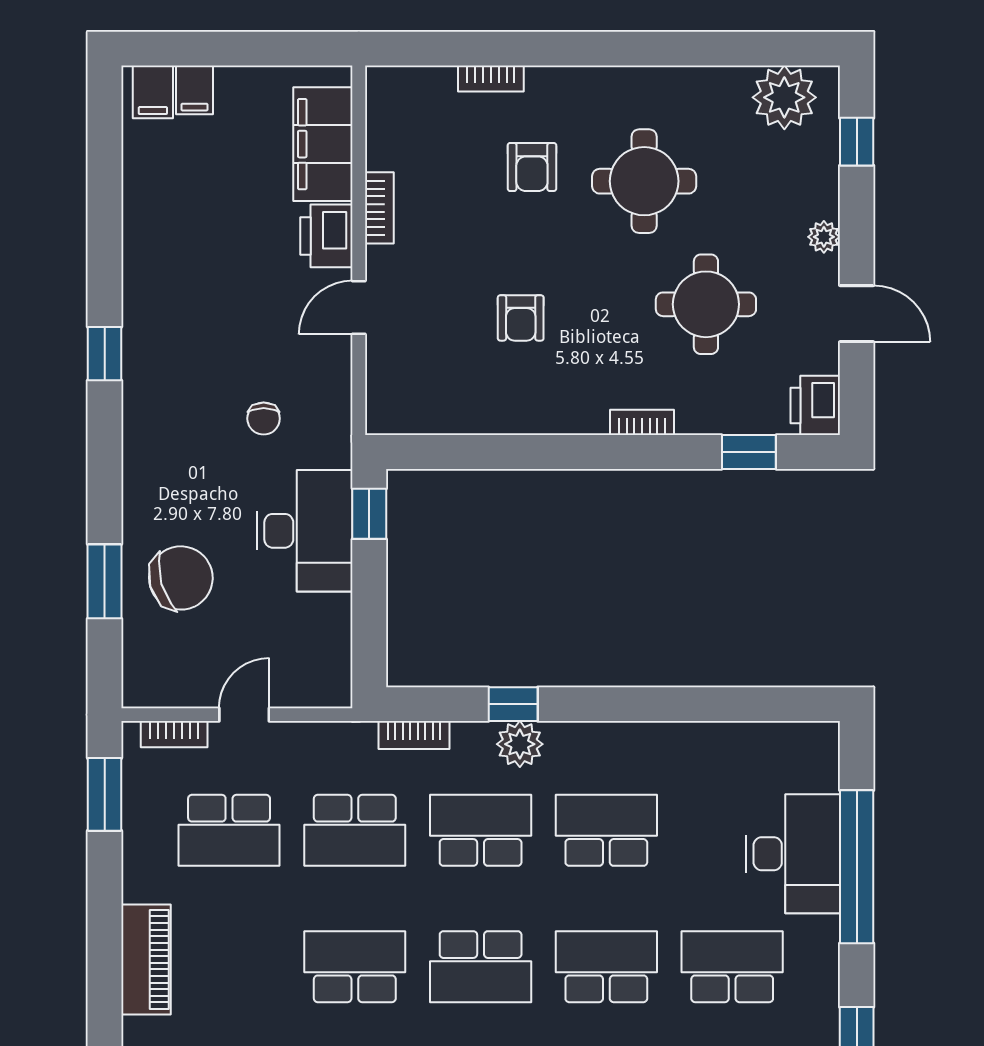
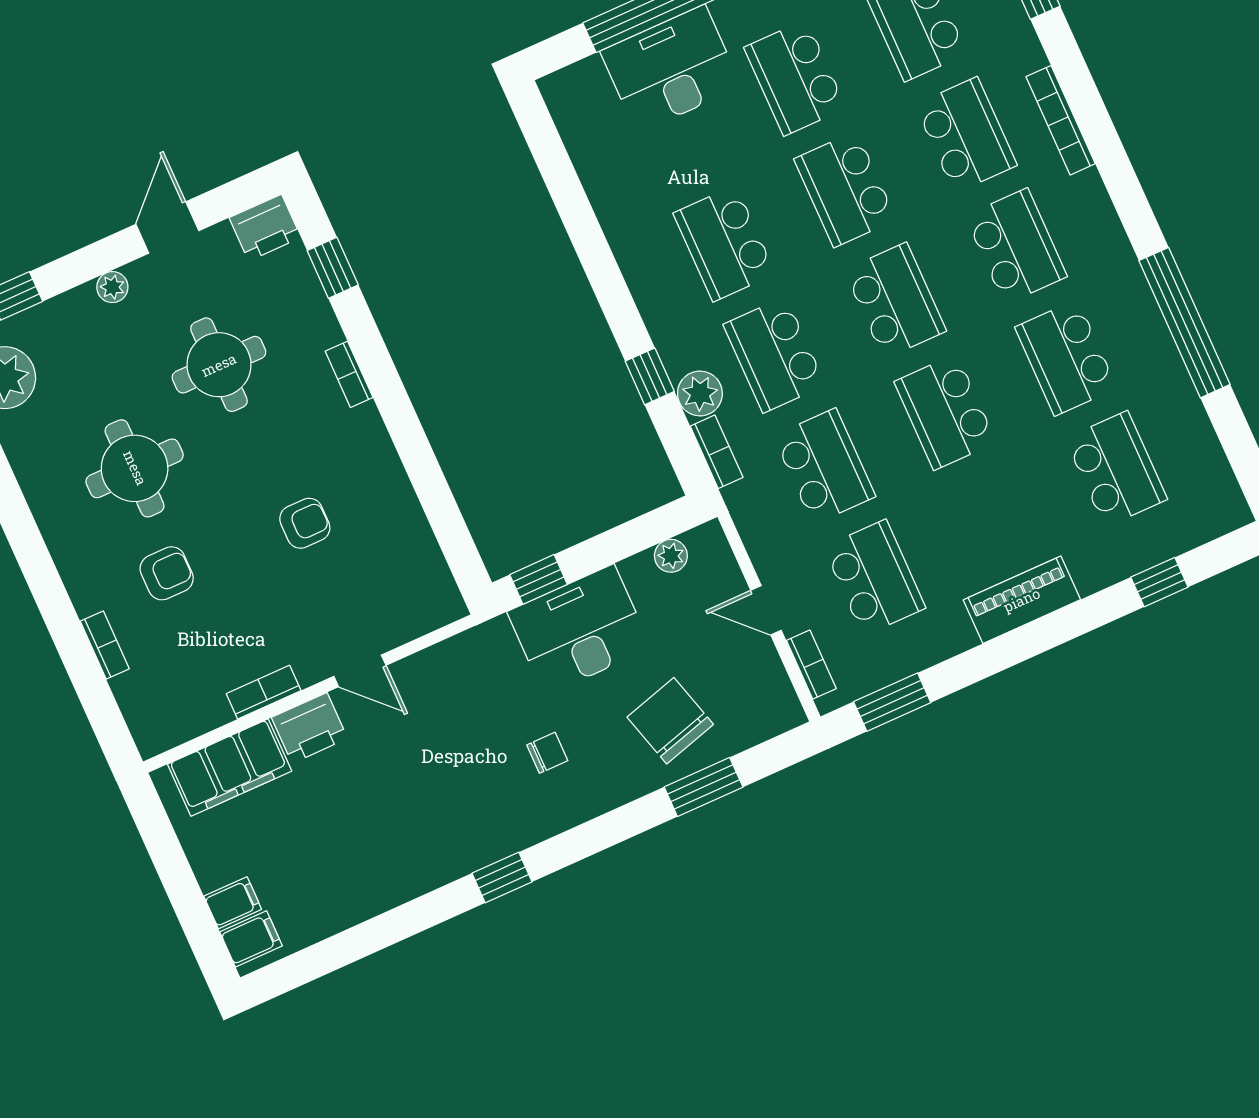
chair: (264, 419) -> (547, 753), moved
plant: (335, 648) -> (671, 556), added
plant: (520, 744) -> (700, 393), moved

